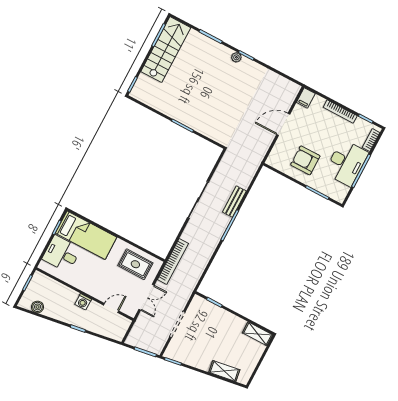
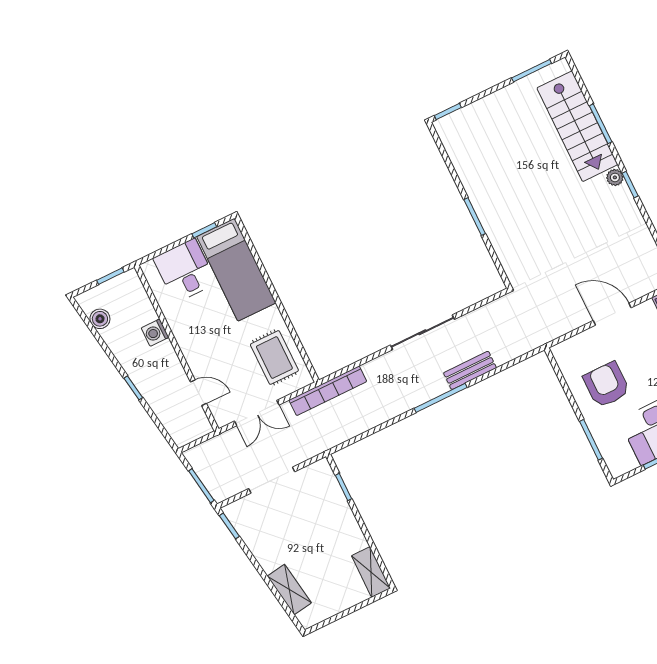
stairs: (166, 50) -> (577, 126), moved, turned 90
washing machine: (83, 302) -> (155, 333), moved

